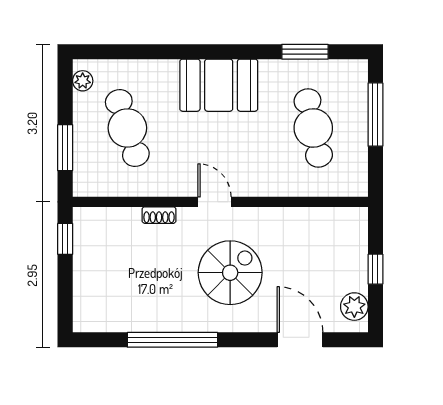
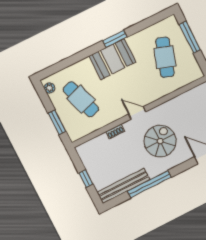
window: (305, 52) -> (115, 39), moved
cafe table: (313, 128) -> (165, 57), turned 30
window: (65, 239) -> (86, 179), moved
bench: (125, 319) -> (123, 186), added

